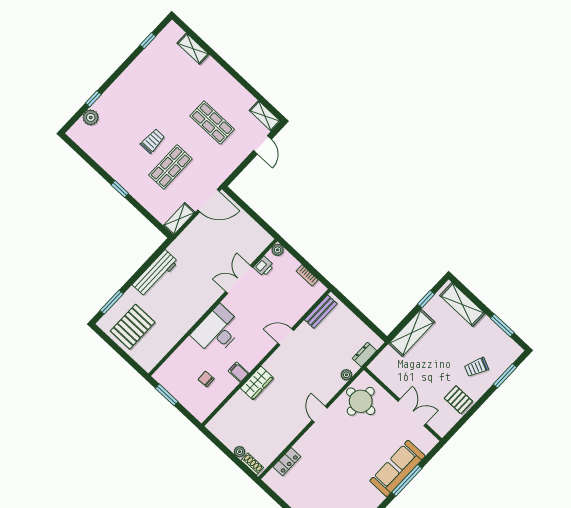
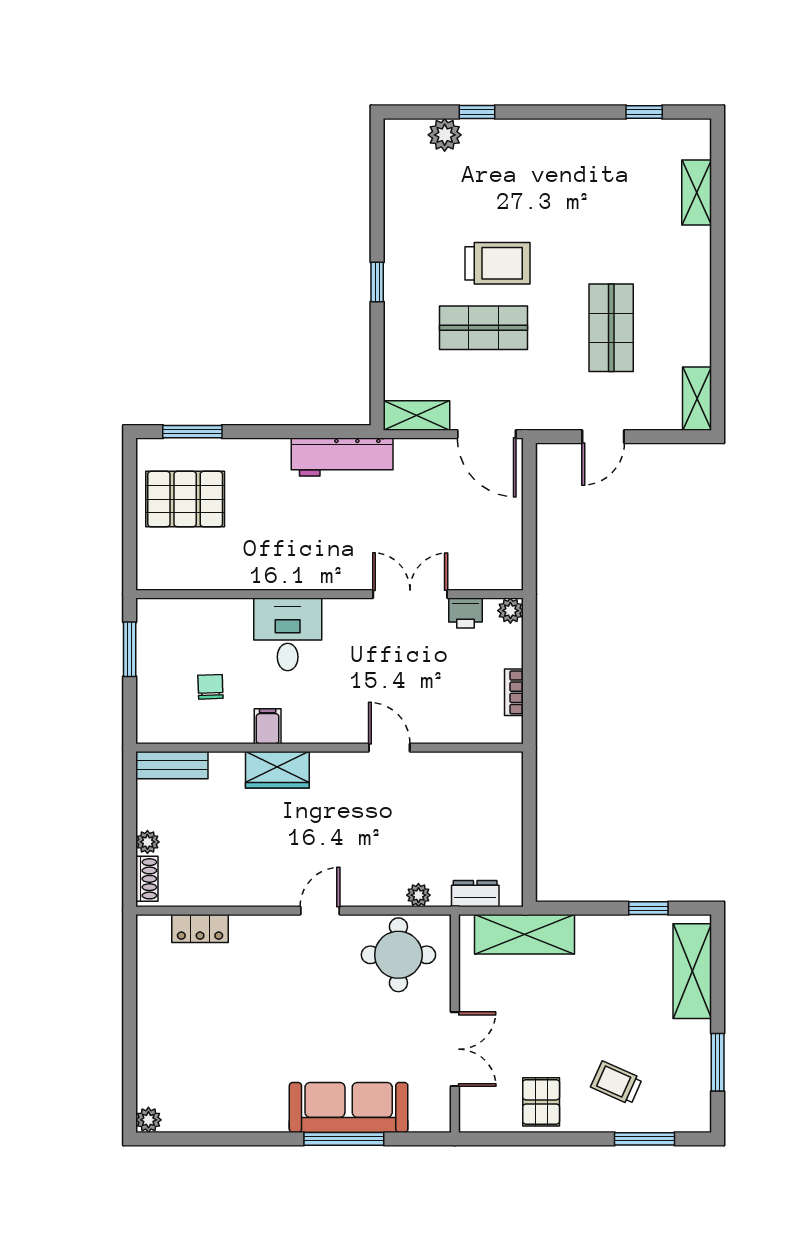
trolley: (153, 141) -> (498, 263), width x1.36, depth x1.39
door: (262, 145) -> (603, 437), moved
workbench: (155, 273) -> (342, 457), moved
bench: (321, 312) -> (172, 765), moved
desk: (217, 331) -> (288, 634), width x0.73
shelving: (412, 333) -> (524, 934), moved

